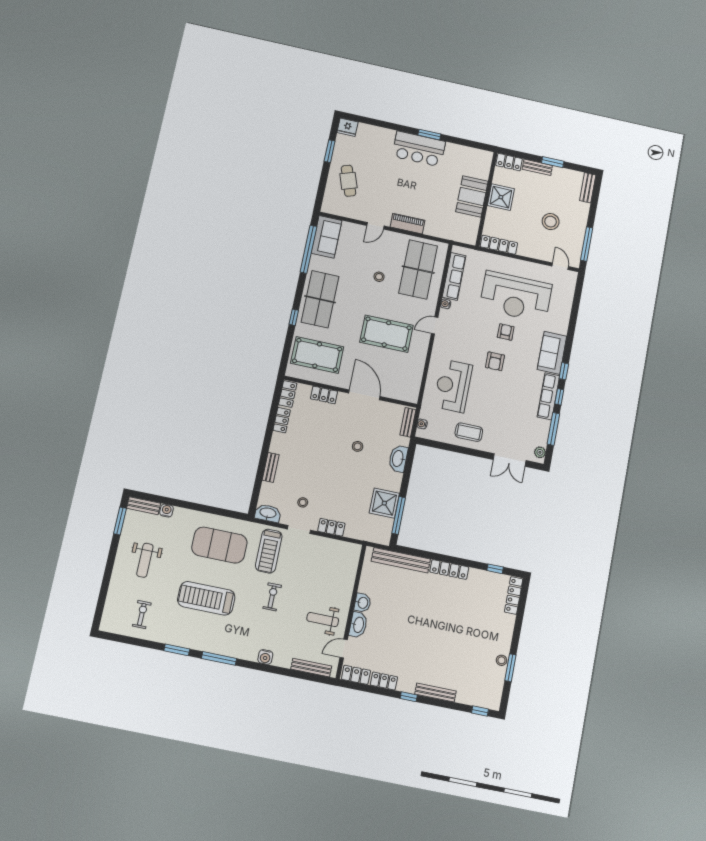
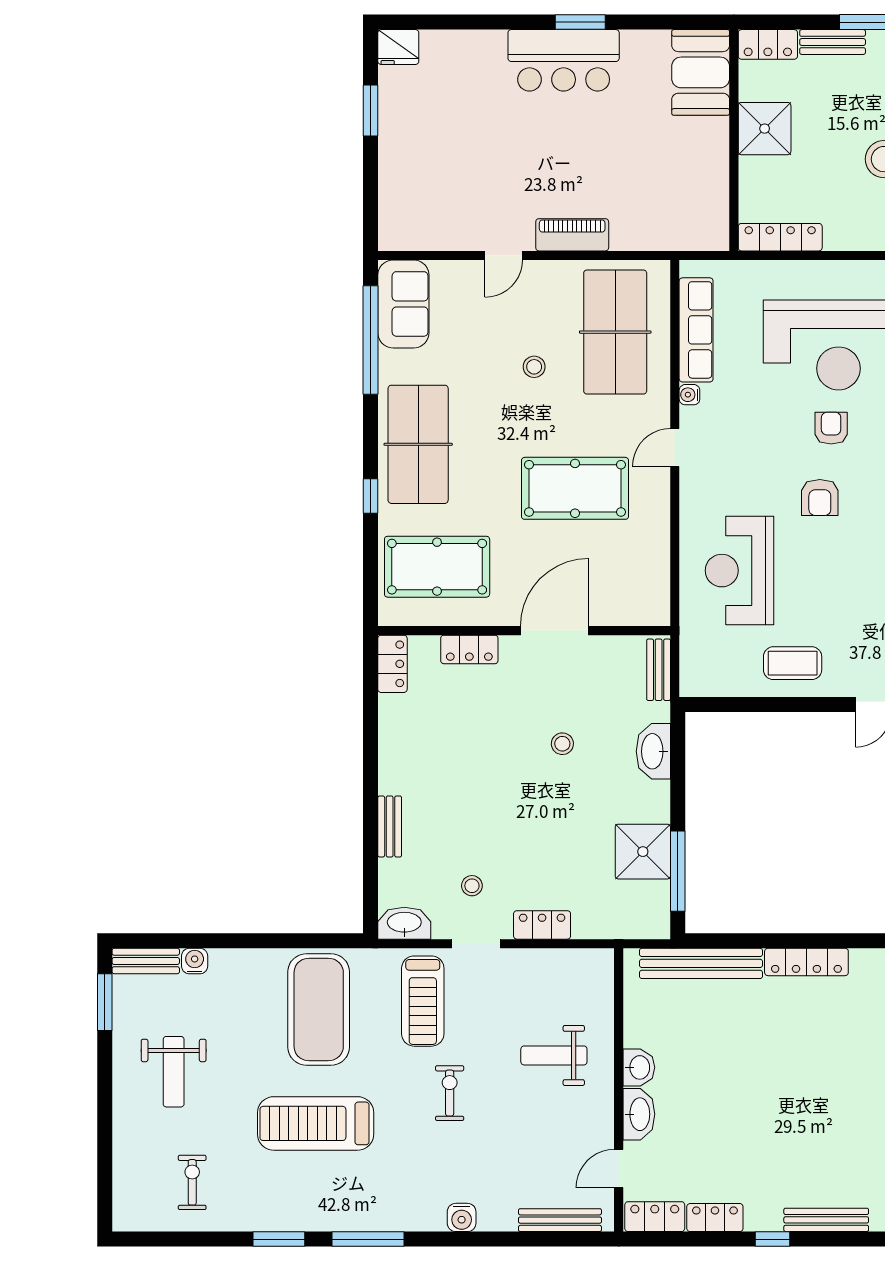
cafe table: (348, 181) -> (425, 168), removed
booth: (472, 196) -> (701, 72), moved
door: (364, 395) -> (554, 631), hinge flipped
locker: (282, 420) -> (392, 722), removed
water cooler: (422, 424) -> (689, 667), removed
exercise mat: (219, 545) -> (319, 1009), turned 90
weight bench: (323, 619) -> (554, 1055), moved

